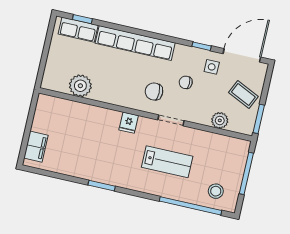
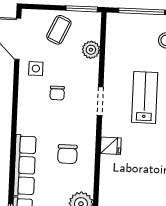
row of seats: (135, 43) -> (25, 165), width x0.73
window: (202, 46) -> (16, 83), removed
chair: (154, 91) -> (67, 154), moved

